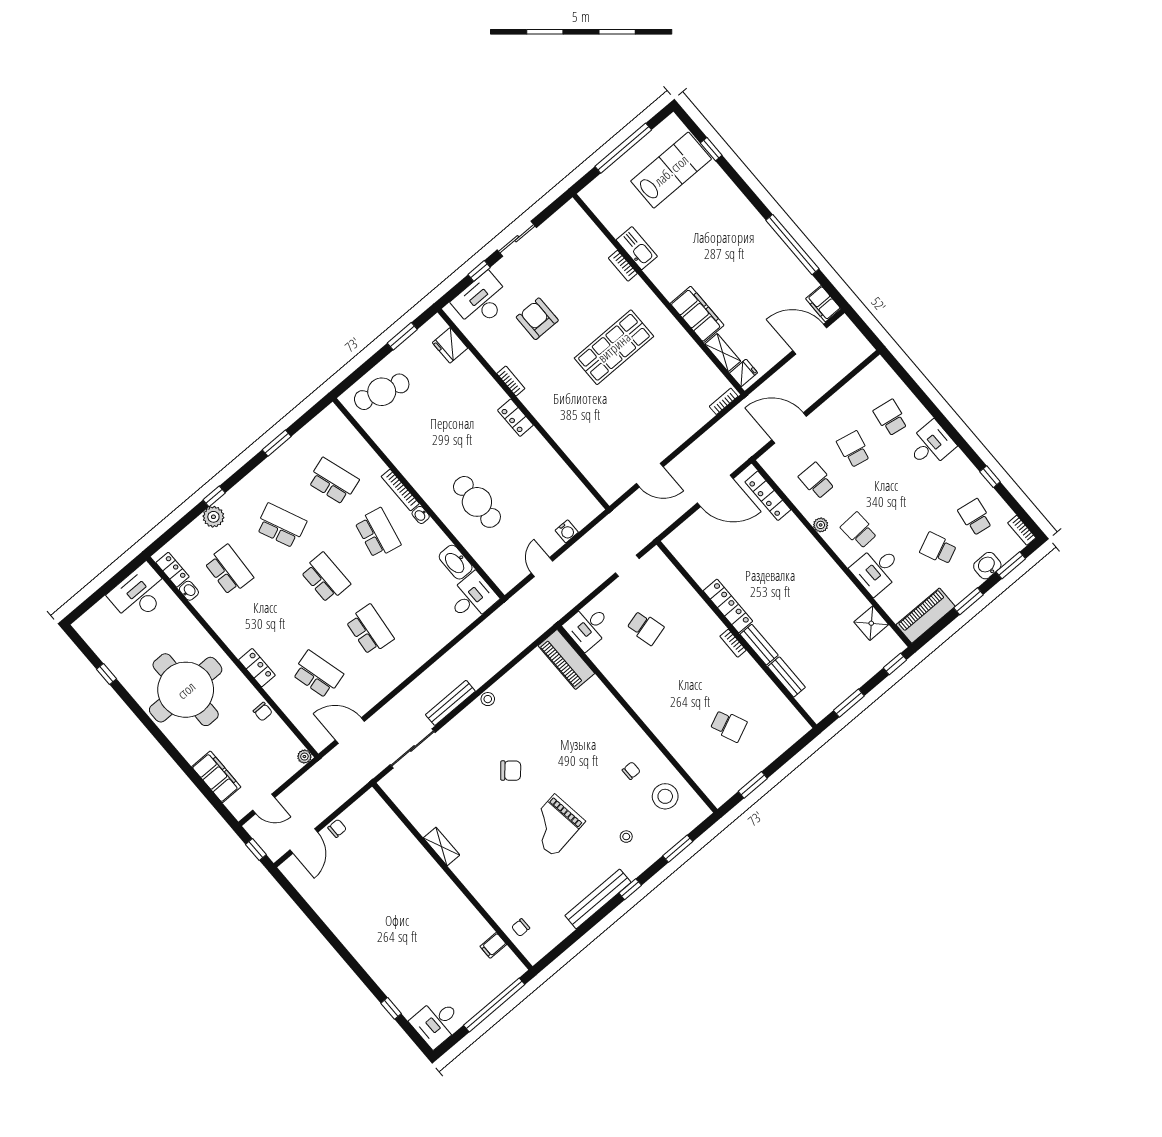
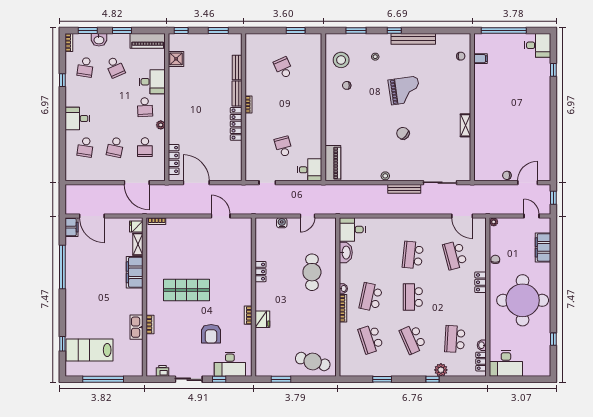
printer: (558, 221) -> (162, 371), added
fridge: (450, 345) -> (262, 319), moved
locker: (515, 418) -> (261, 272), moved

